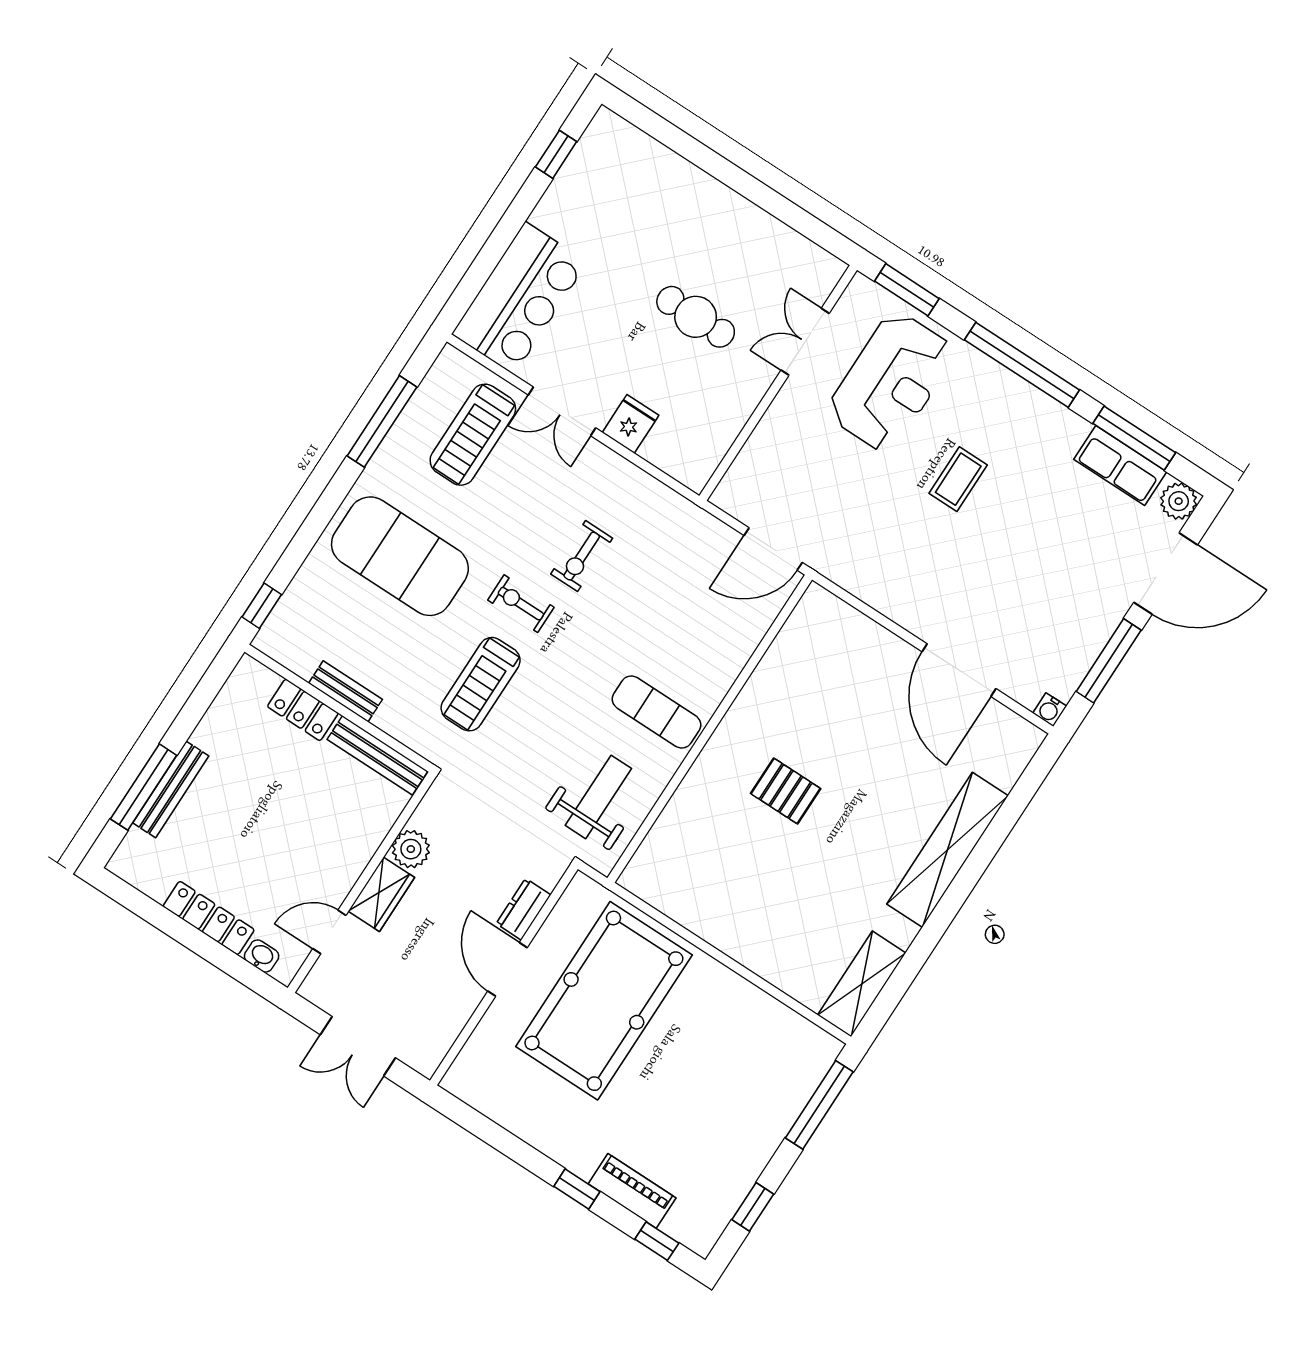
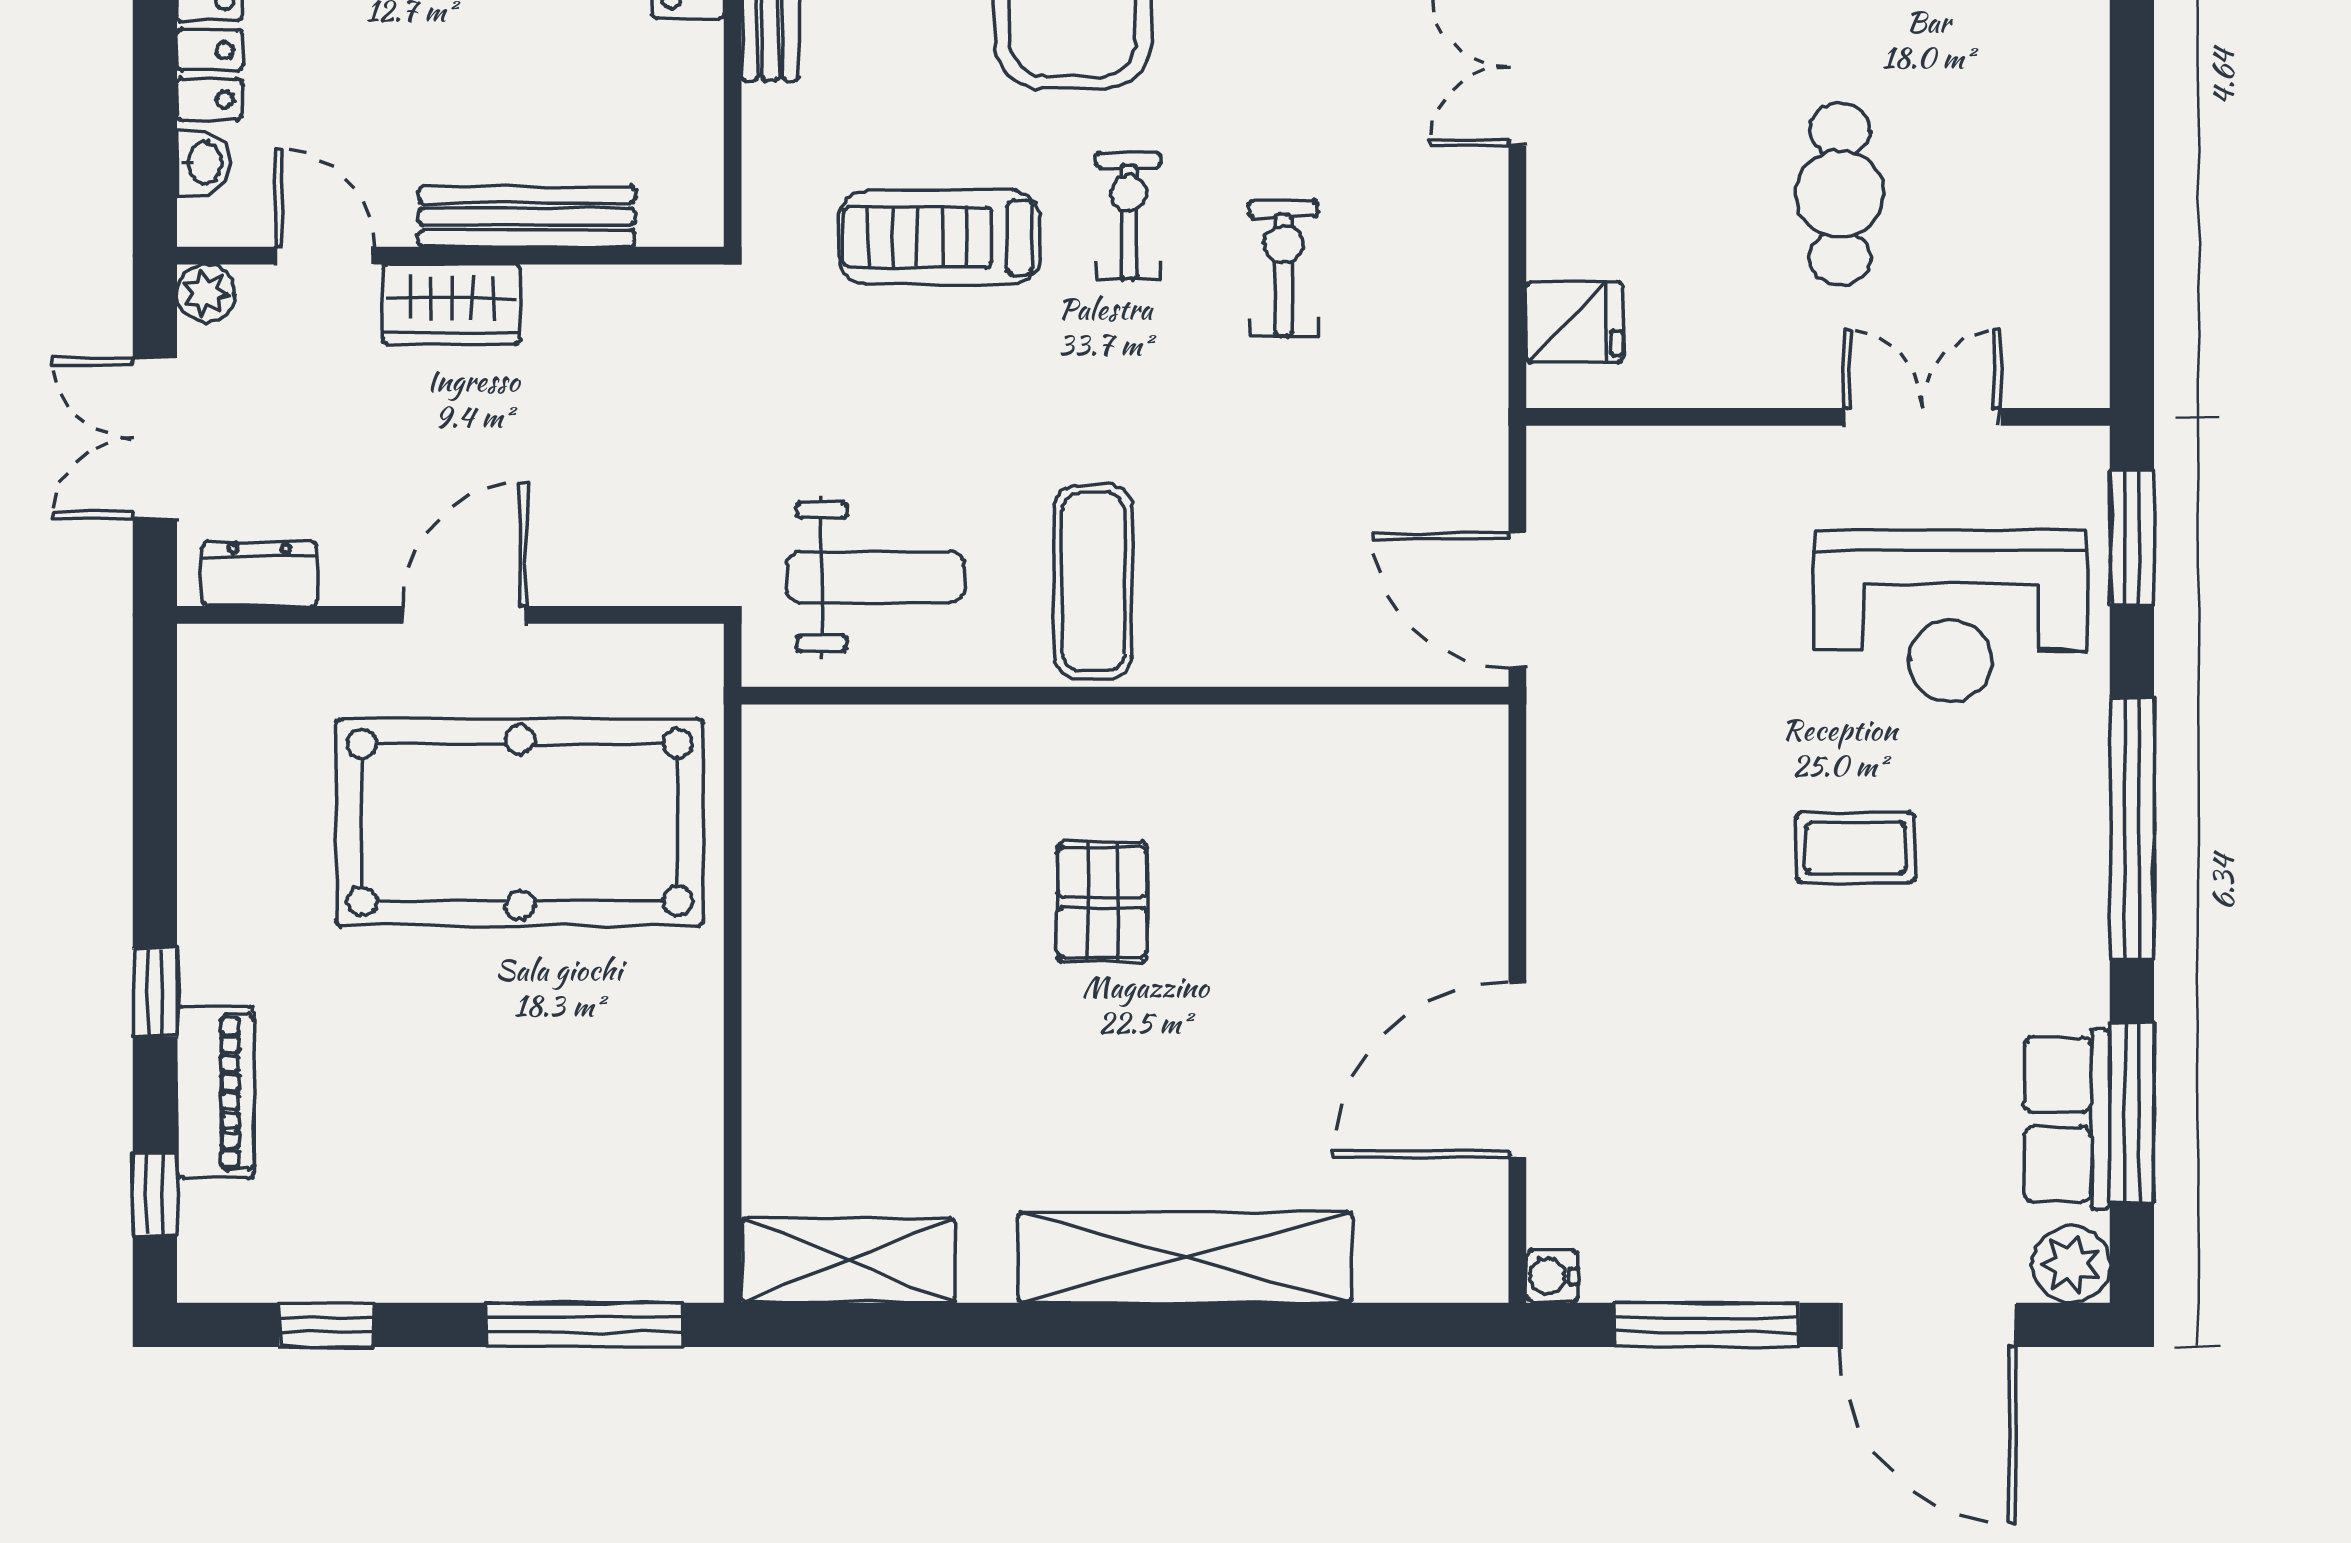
fridge: (631, 424) -> (1574, 322), moved
exercise bike: (582, 556) -> (1283, 268), turned 90
bench: (377, 755) -> (527, 217), moved, turned 90
plant: (411, 849) -> (206, 293), moved, width x0.73, depth x0.73
dresser: (524, 909) -> (259, 574), moved

